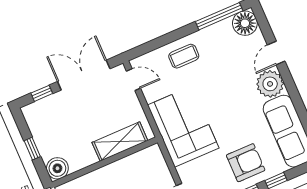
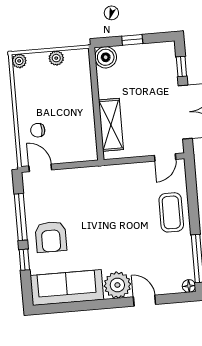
floor lamp: (245, 23) -> (189, 286), width x0.53, depth x0.53
coffee table: (184, 56) -> (171, 212), width x1.36, depth x1.30
corner sofa: (183, 127) -> (105, 189), removed

